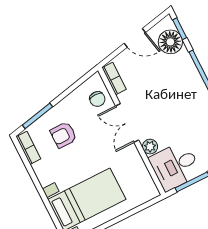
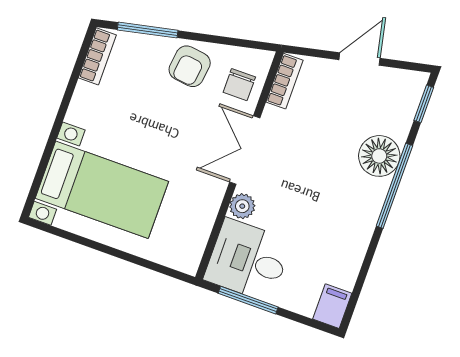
door: (135, 38) -> (359, 59), swing flipped
floor lamp: (170, 42) -> (379, 156), moved
armchair: (63, 135) -> (190, 66), moved, turned -83

